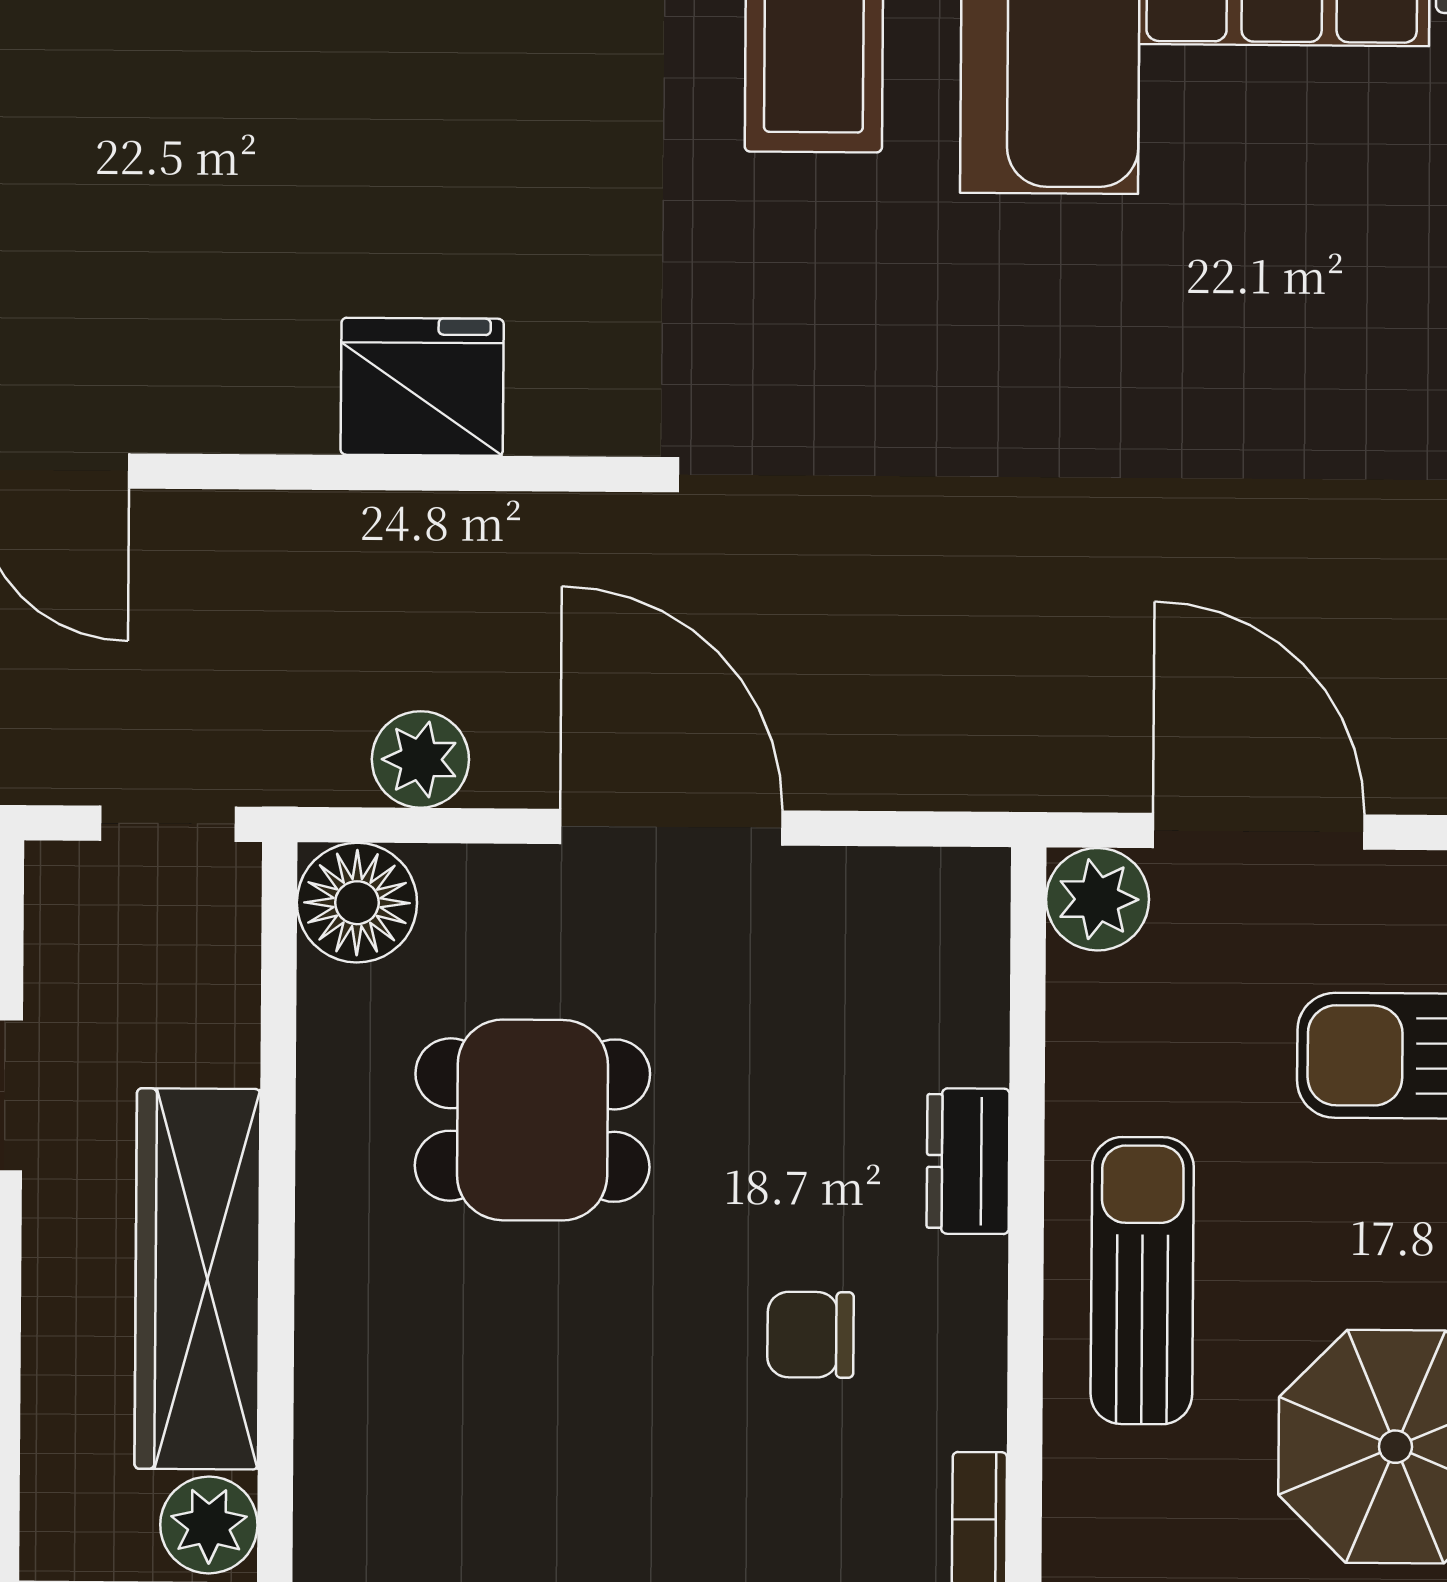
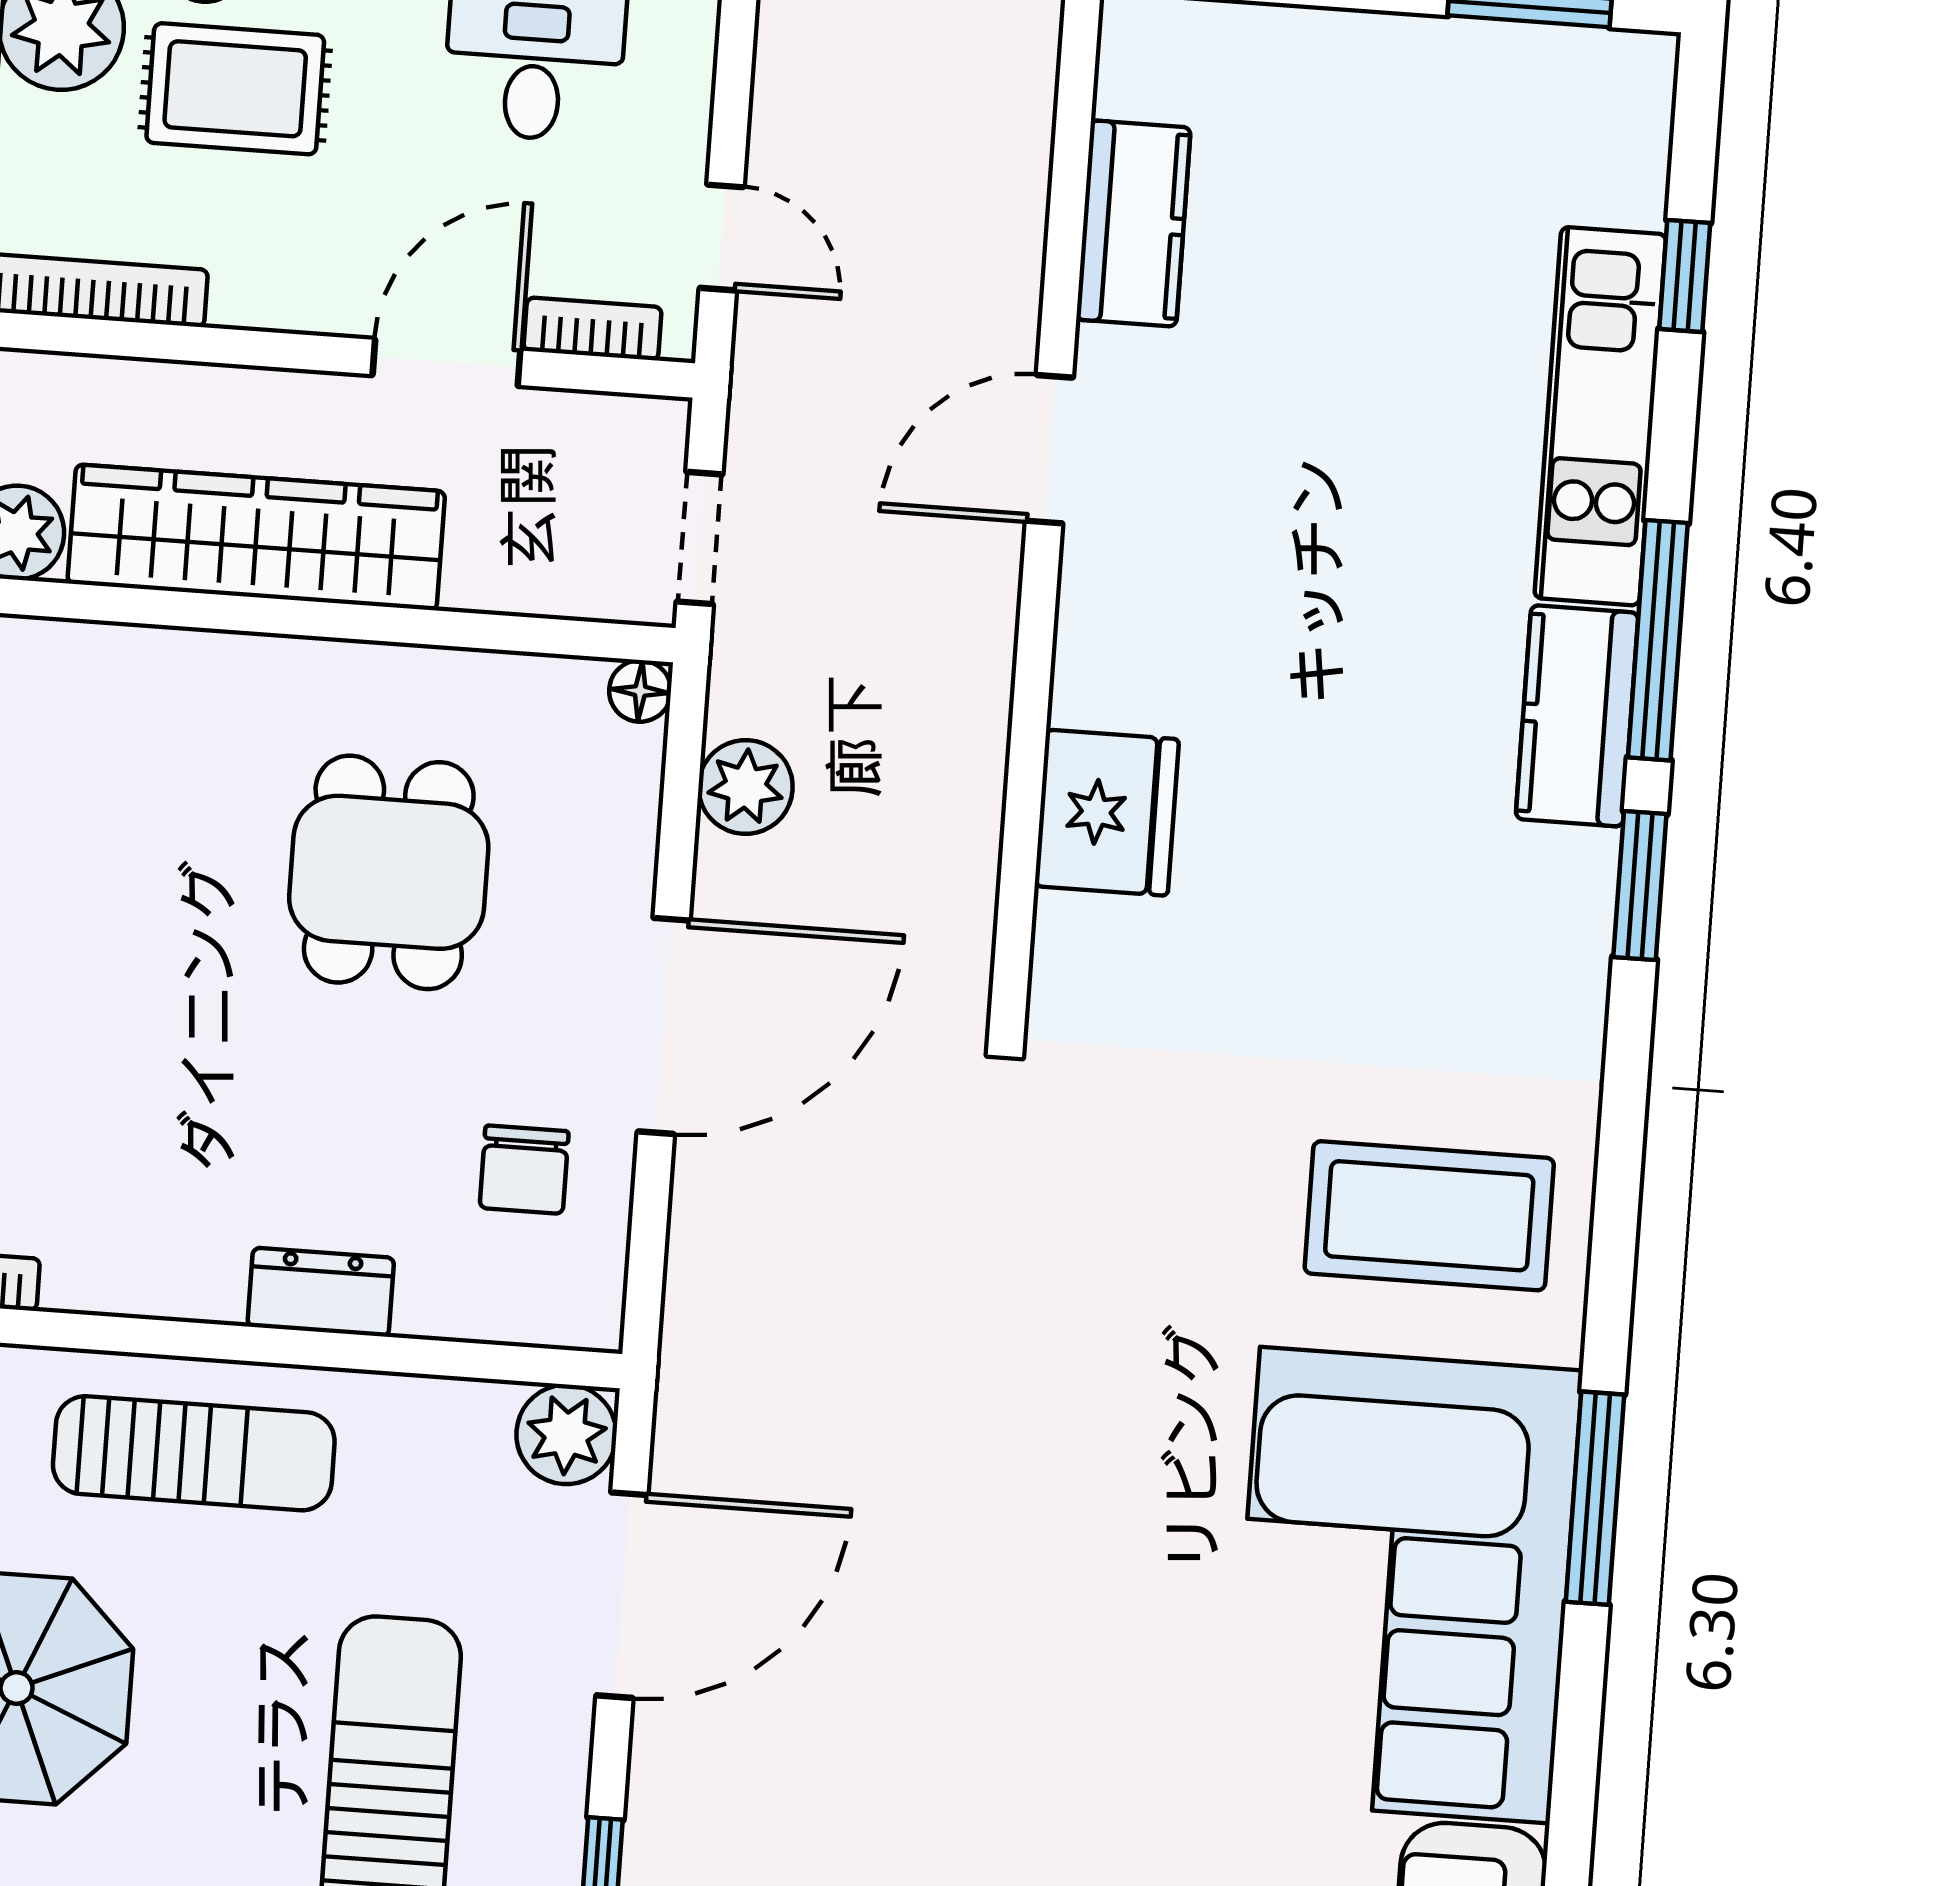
floor lamp: (357, 903) -> (640, 691), width x0.53, depth x0.53
chair: (811, 1335) -> (524, 1170), moved, turned 180

